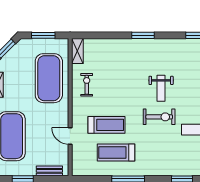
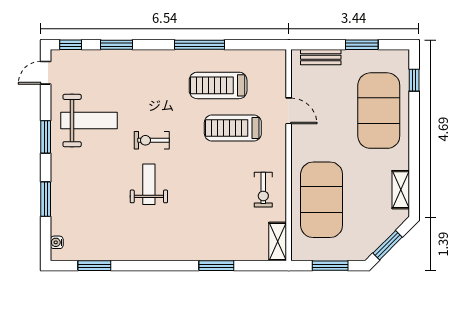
window: (143, 35) -> (216, 266), moved
exercise bike: (159, 117) -> (152, 140), width x0.73, depth x0.72
treadmill: (116, 153) -> (218, 85), turned 180

